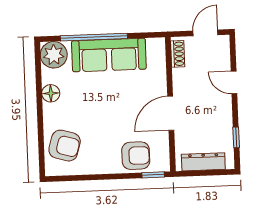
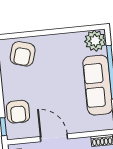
floor lamp: (51, 93) -> (64, 40), removed

